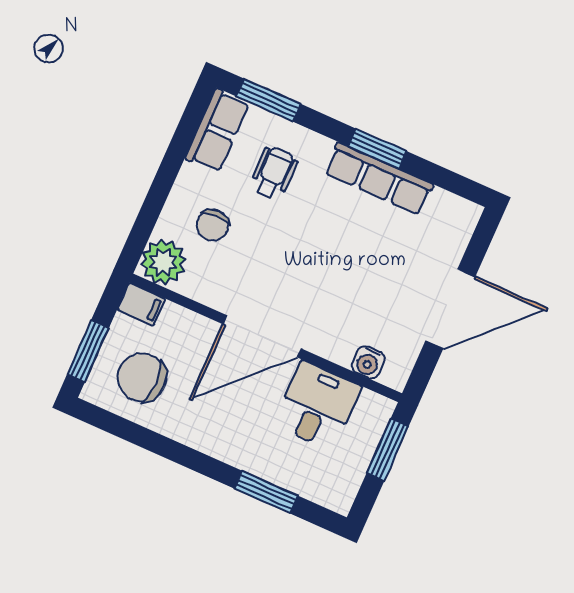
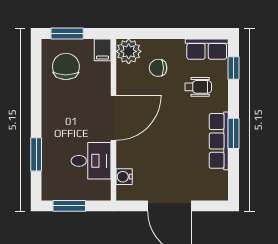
window: (268, 100) -> (233, 68), width x0.67
door: (262, 336) -> (113, 118), swing flipped
window: (387, 450) -> (69, 206), moved

